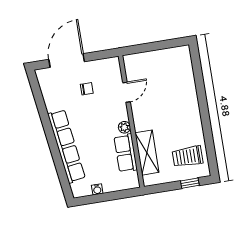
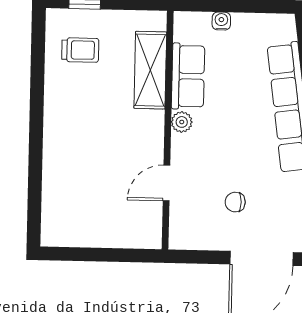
trolley: (188, 156) -> (80, 50), width x0.73, depth x0.72
water cooler: (97, 189) -> (221, 21), moved

